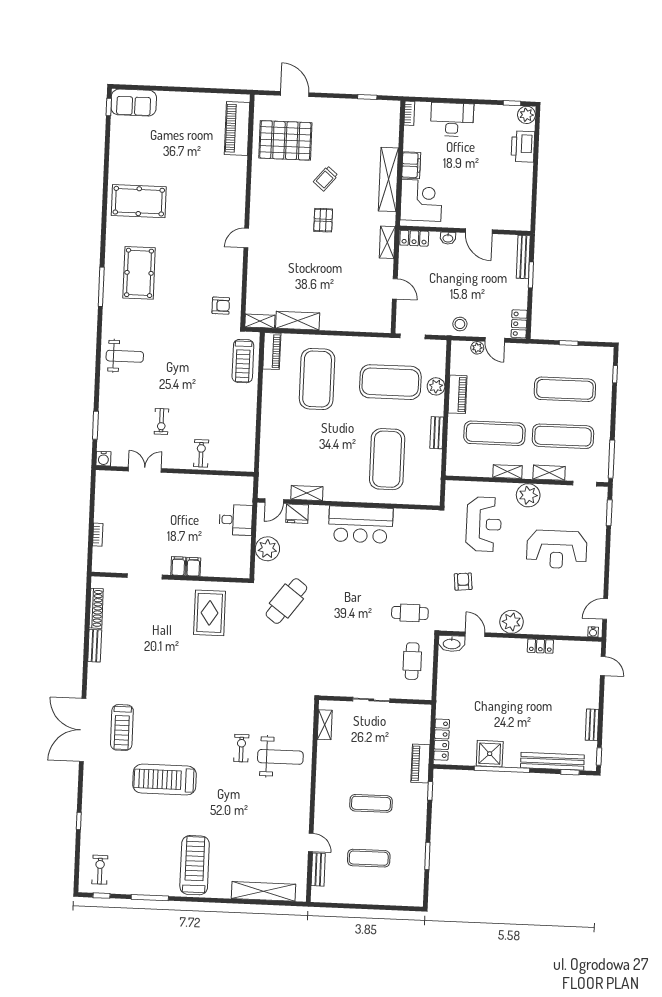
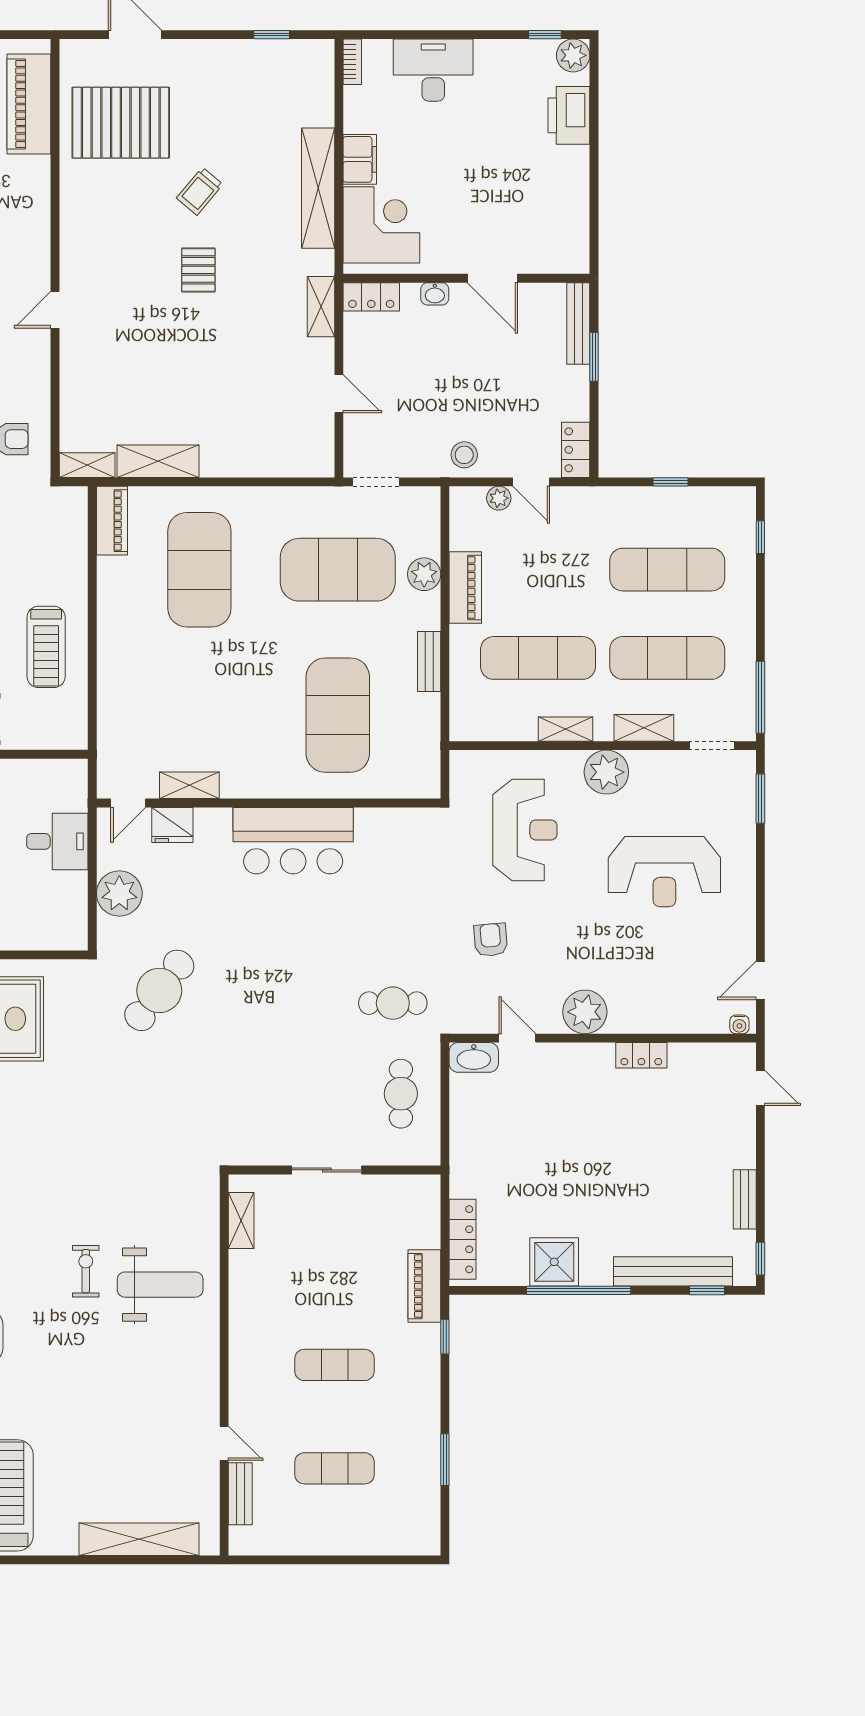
treadmill: (243, 361) -> (46, 647), moved

